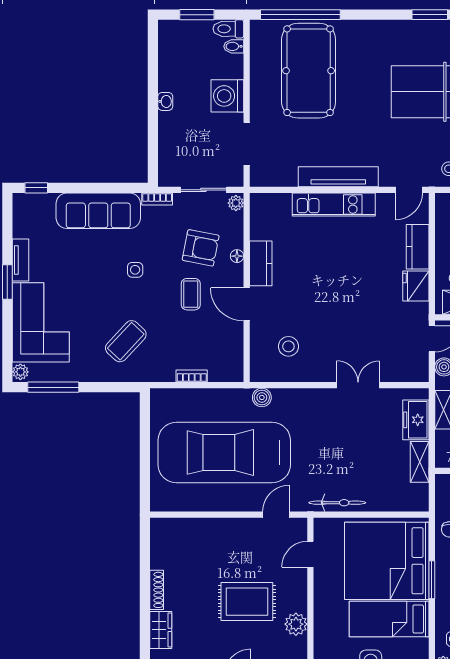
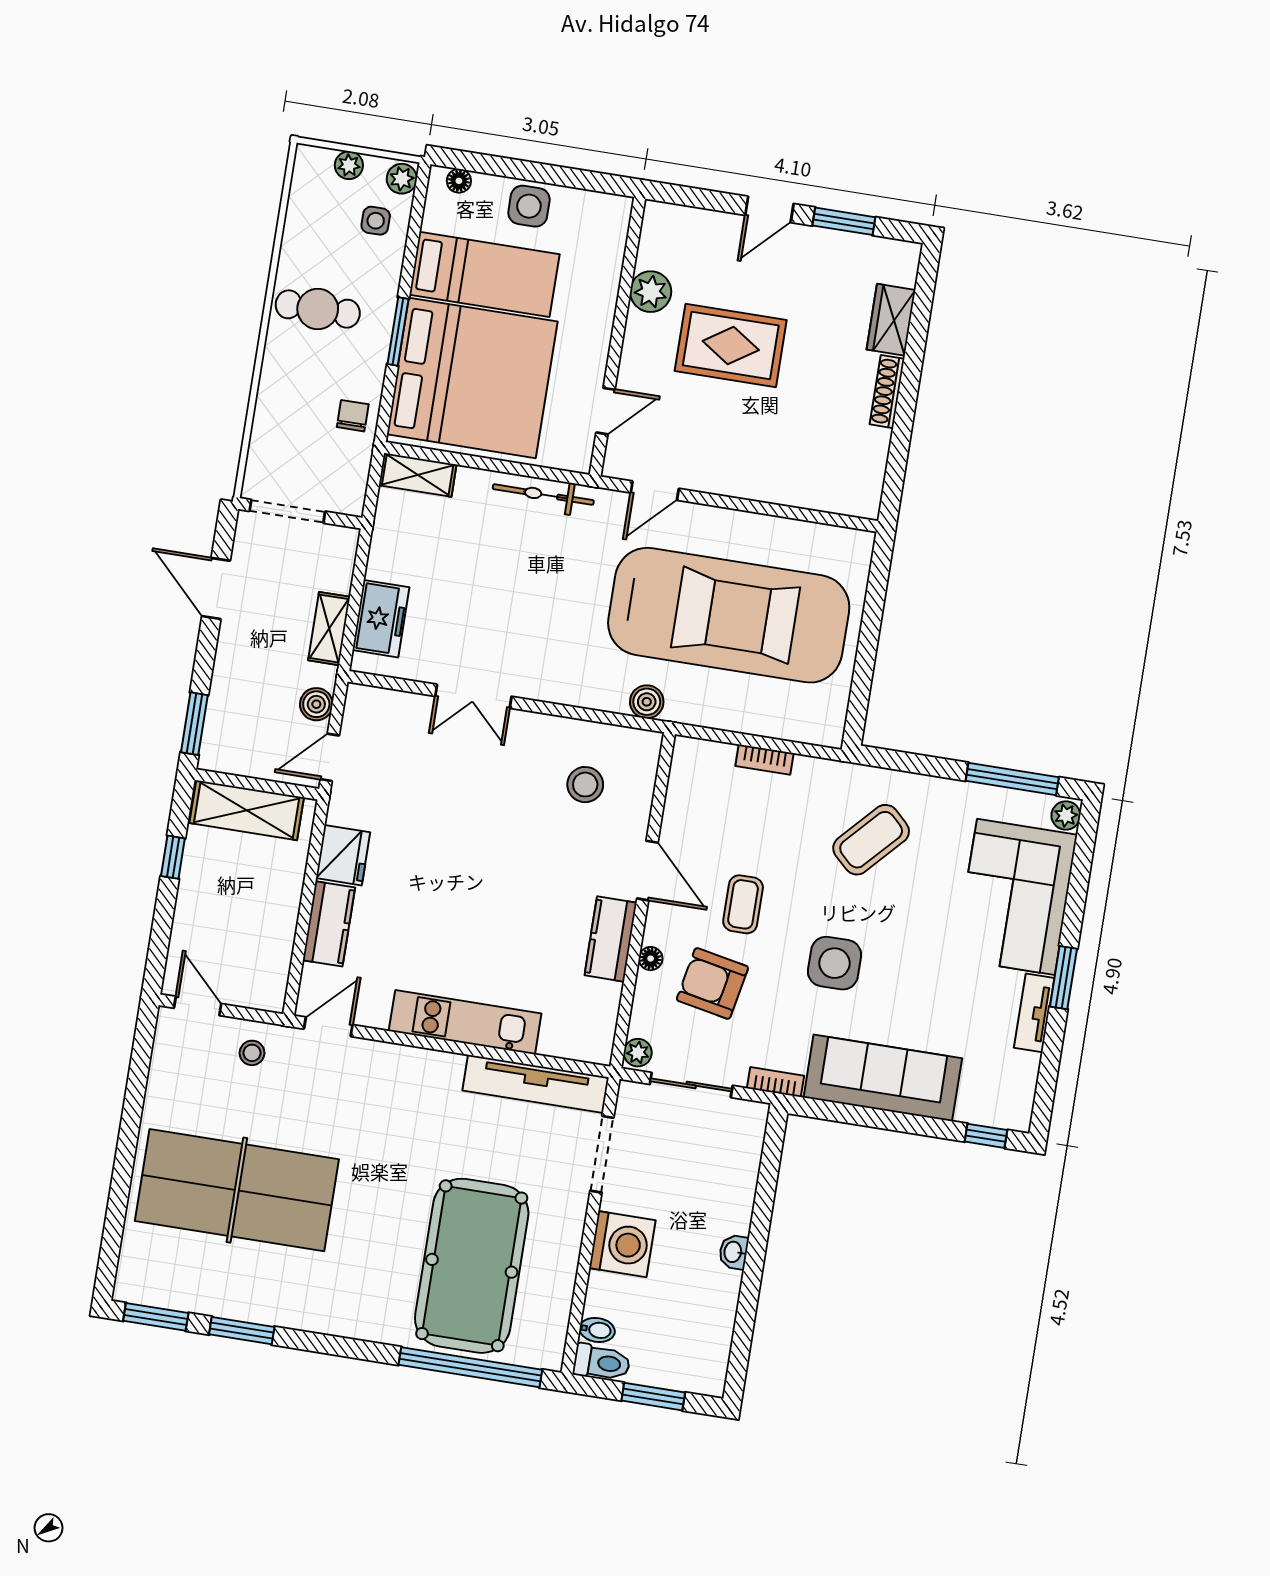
tv unit: (338, 177) -> (536, 1084), moved
side table: (135, 270) -> (834, 963), width x1.87, depth x1.87
shelving: (420, 462) -> (418, 475), moved, turned 90

